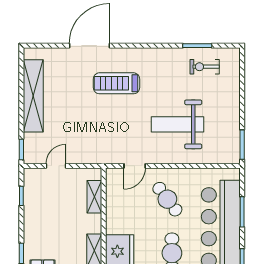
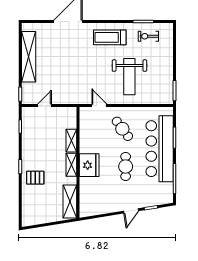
treadmill: (116, 83) -> (110, 37), moved
weight bench: (178, 124) -> (129, 77), turned -90
door: (135, 166) -> (99, 106), swing flipped
shelving: (94, 197) -> (71, 141), moved

